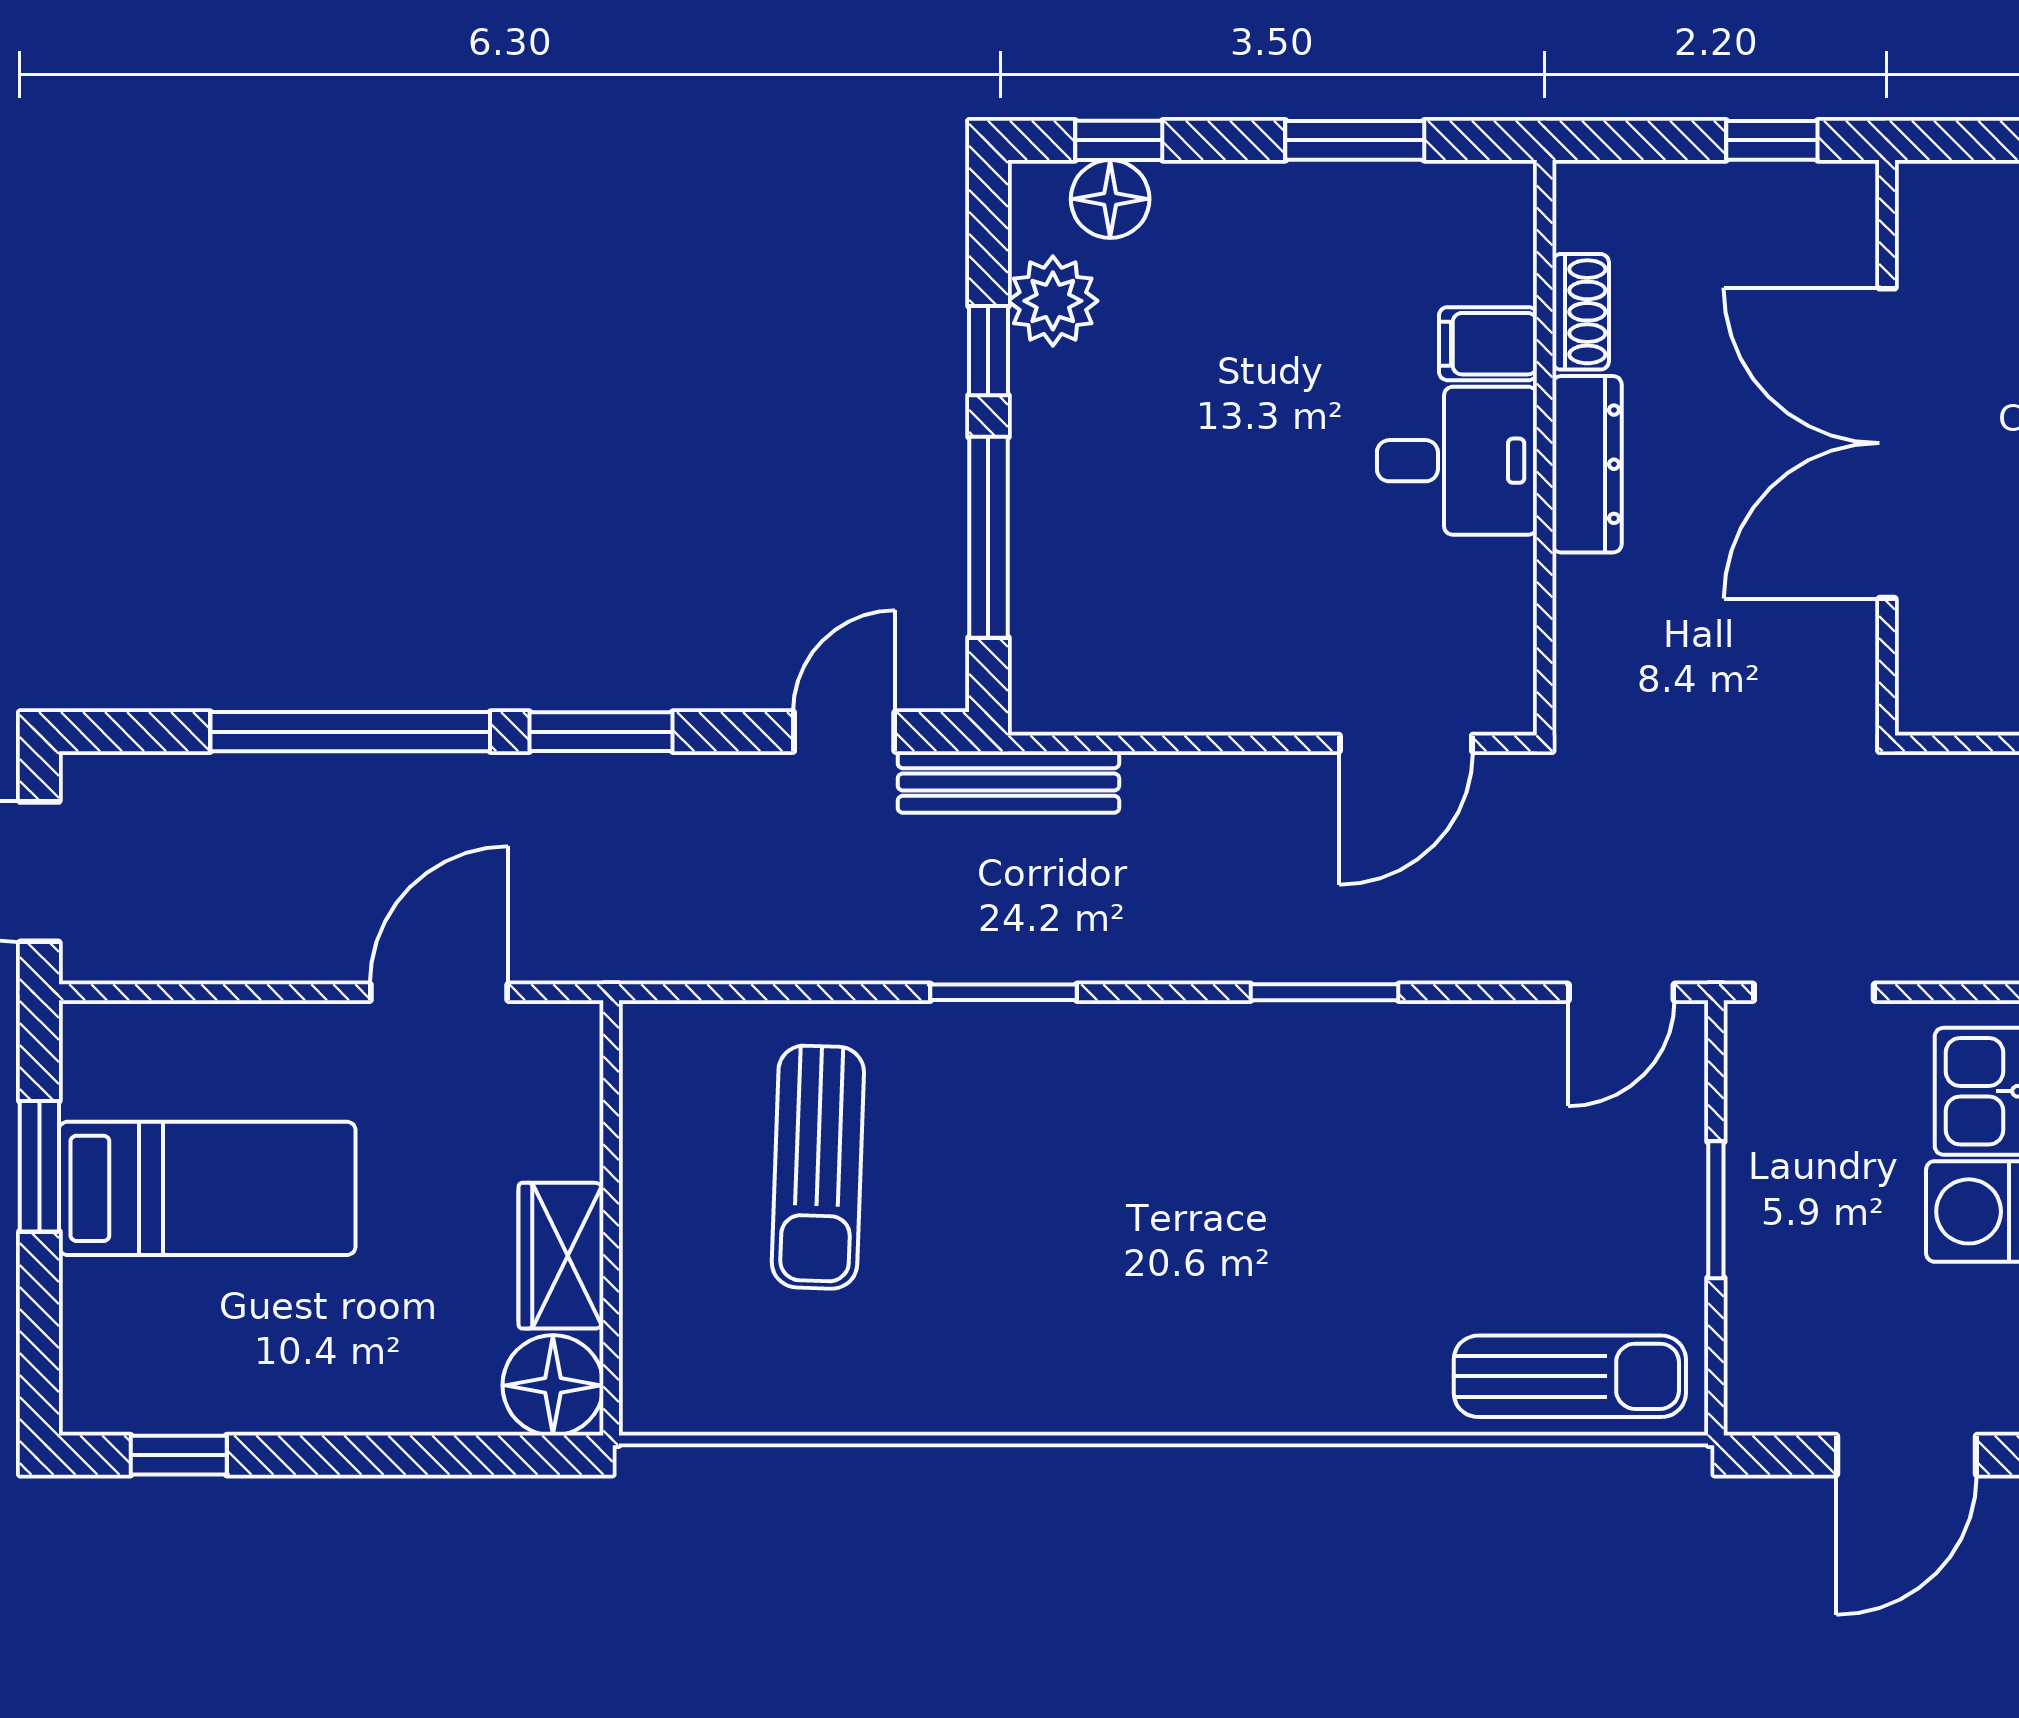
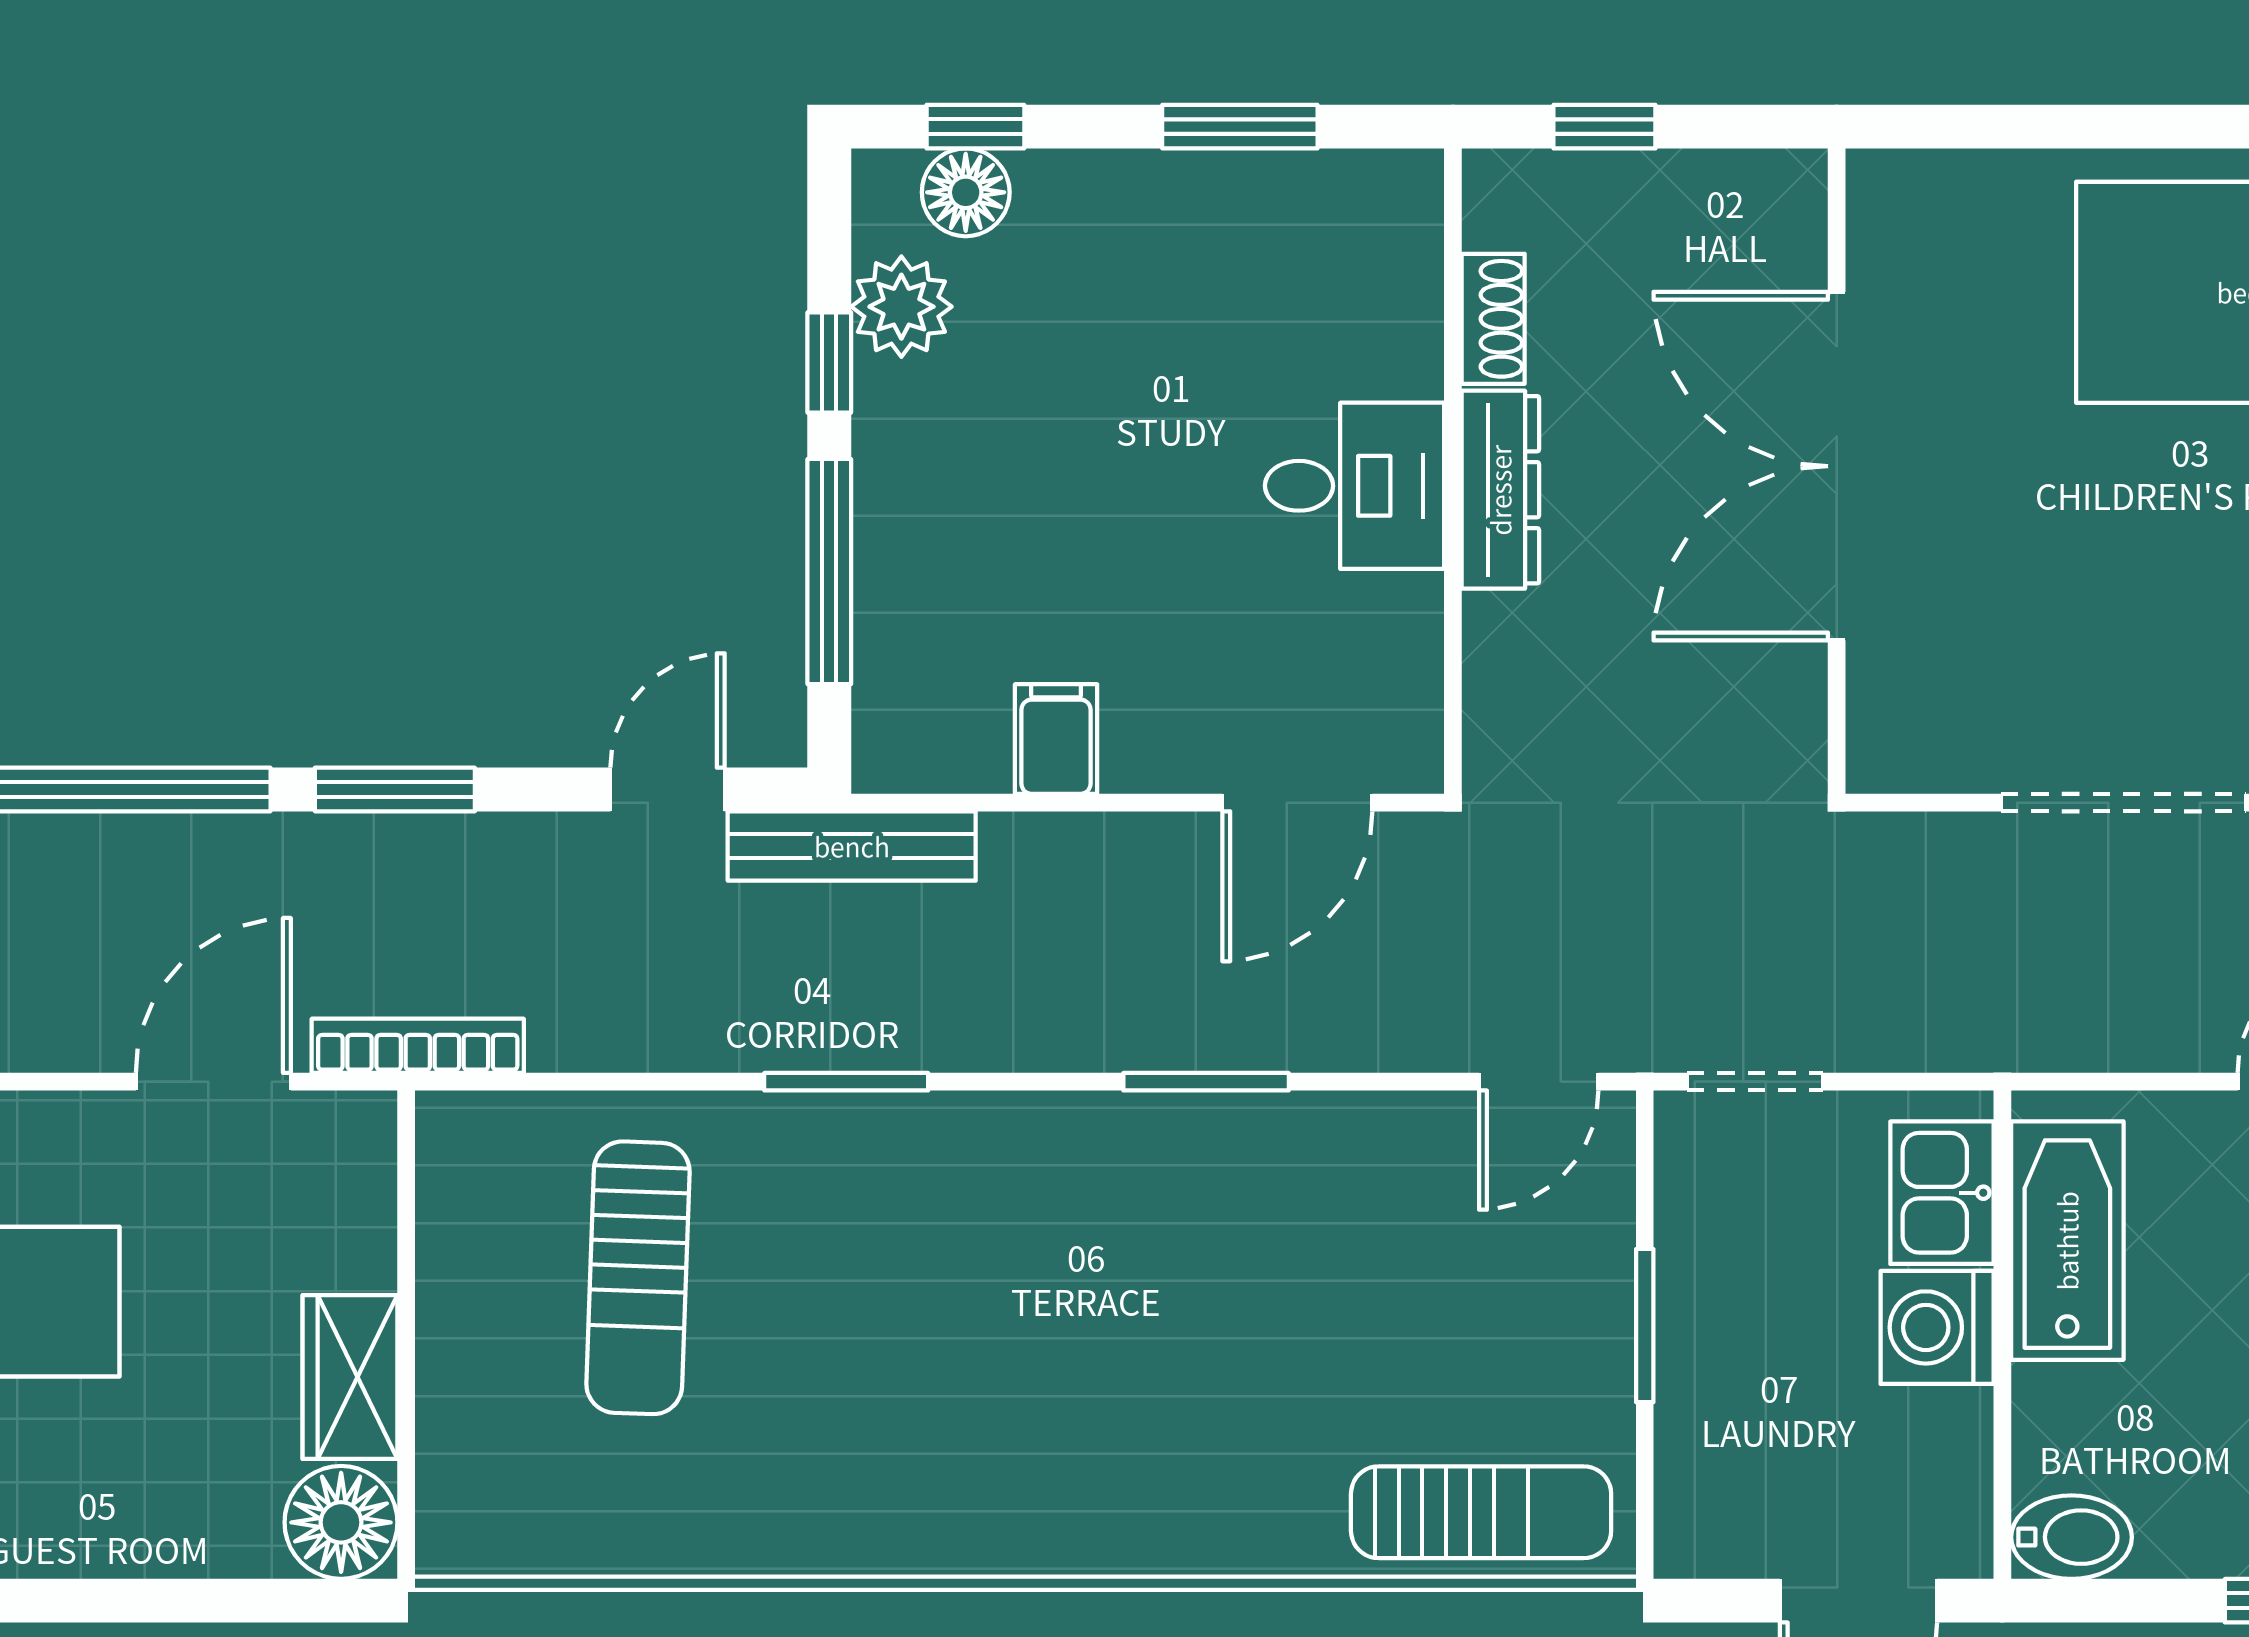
window: (1772, 140) -> (1604, 127), moved
filing cabinet: (1488, 344) -> (1056, 739), moved, turned 90
bookcase: (621, 960) -> (418, 1046), added

